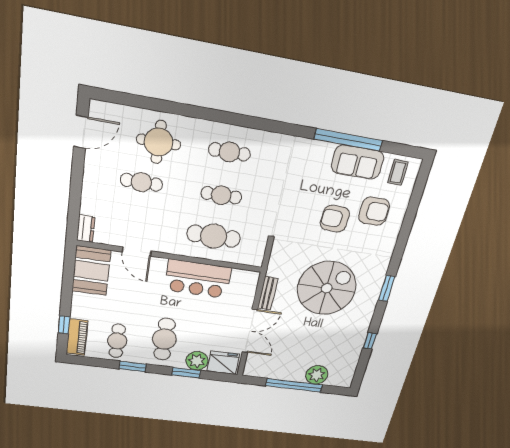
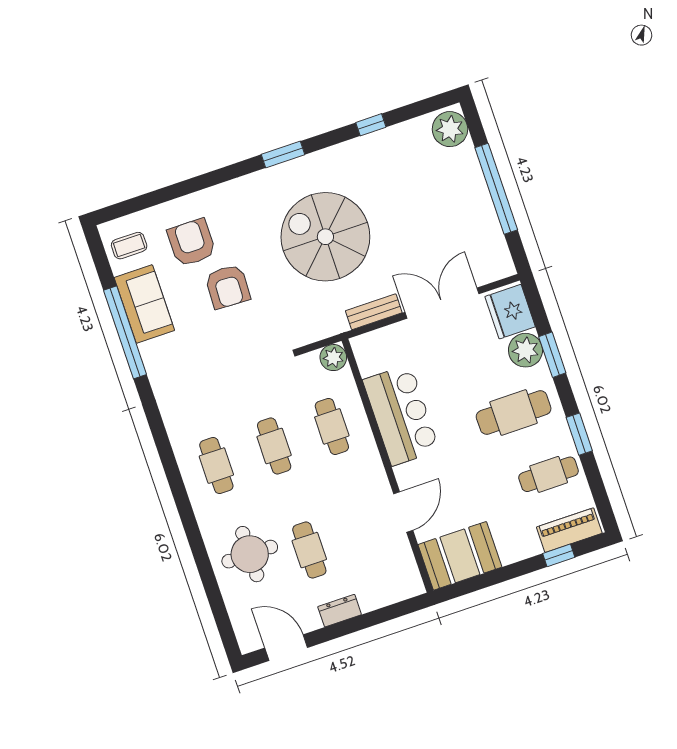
dresser: (86, 229) -> (340, 611), moved
cafe table: (214, 236) -> (332, 426), width x0.73, depth x0.74
plant: (255, 258) -> (333, 358), added
plant: (317, 375) -> (450, 129), moved

